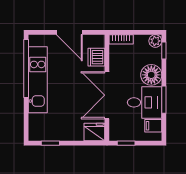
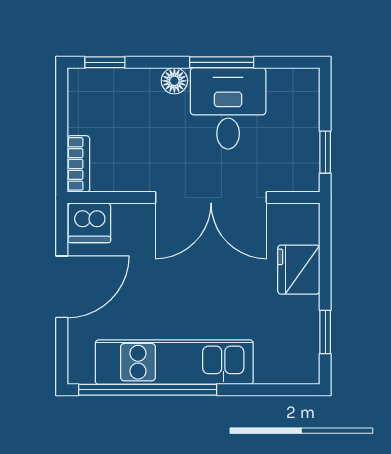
plant: (155, 41) -> (82, 83), removed
dishwasher: (96, 57) -> (89, 223), moved
floor lamp: (151, 75) -> (174, 81), width x0.53, depth x0.53
filing cabinet: (153, 126) -> (284, 88), removed
fridge: (94, 132) -> (299, 270), moved

